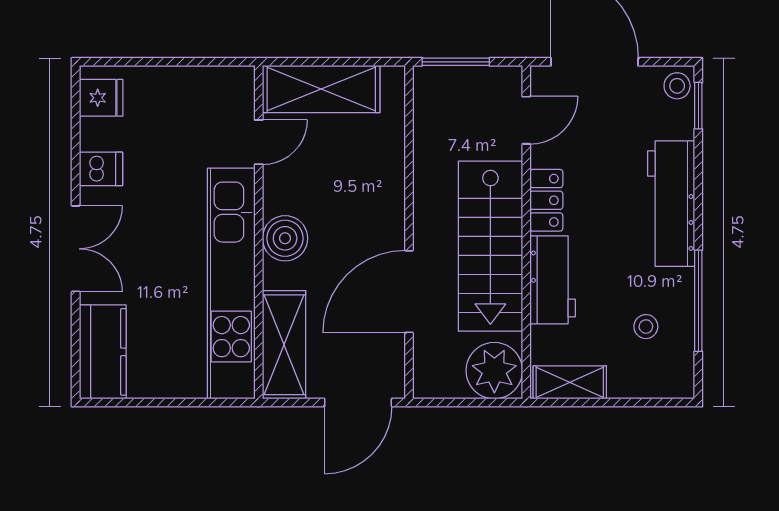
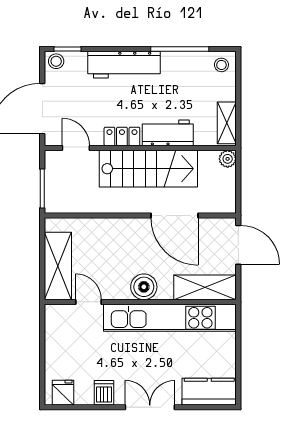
stool: (646, 327) -> (221, 65), moved
plant: (494, 371) -> (228, 159), width x0.53, depth x0.53

